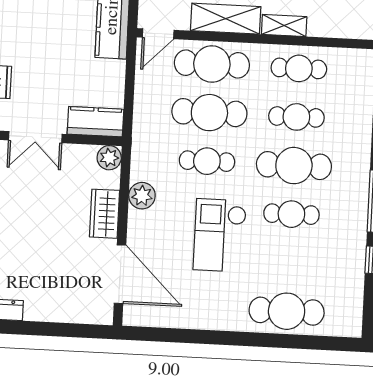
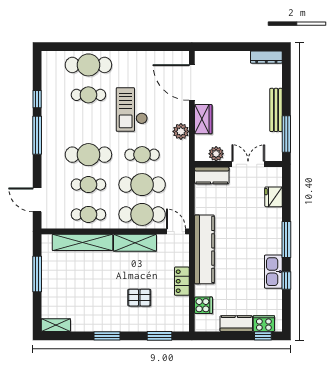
shelving: (284, 25) -> (82, 242), width x2.20, depth x1.33
door: (158, 34) -> (176, 231), hinge flipped
plant: (109, 158) -> (216, 154), moved
cafe table: (291, 214) -> (88, 95), moved
checkout: (220, 235) -> (132, 109), turned 180

